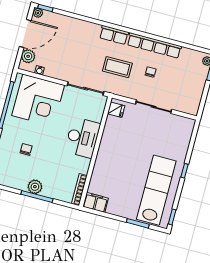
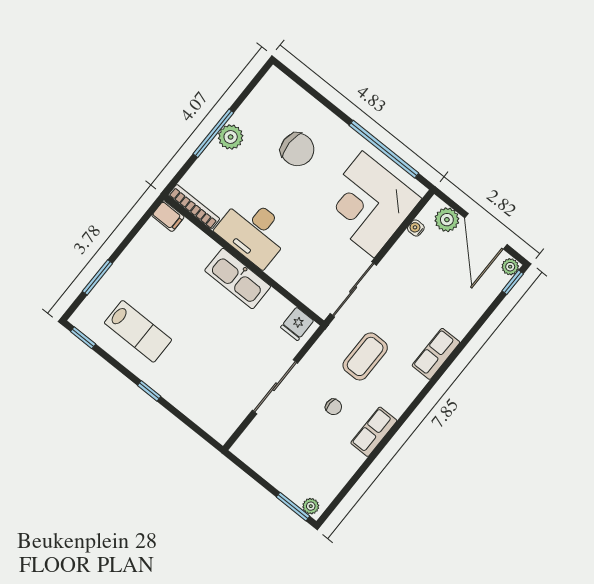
row of seats: (114, 35) -> (436, 354), moved
row of seats: (154, 45) -> (374, 432), width x0.50
desk: (82, 138) -> (254, 231), moved
chair: (26, 149) -> (297, 149), width x1.87, depth x1.87
kitchen sink: (106, 151) -> (238, 279), added
lab bench: (156, 190) -> (138, 331), width x0.54, depth x0.72
filing cabinet: (96, 202) -> (168, 216), width x0.50

